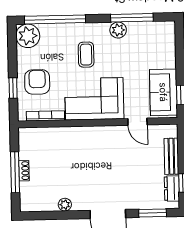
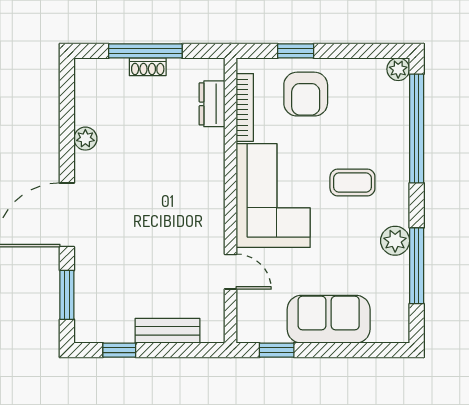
plant: (28, 36) -> (398, 69), width x0.53, depth x0.53
armchair: (37, 82) -> (306, 94), turned 90
sofa: (163, 92) -> (329, 319), moved
door: (137, 122) -> (231, 272), swing flipped
dresser: (172, 188) -> (212, 104), moved, turned -90

